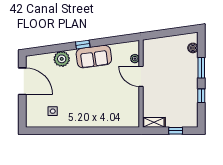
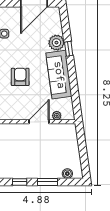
window: (83, 45) -> (69, 49), moved
sofa: (94, 57) -> (59, 75), width x1.36
armchair: (96, 95) -> (20, 77), added

